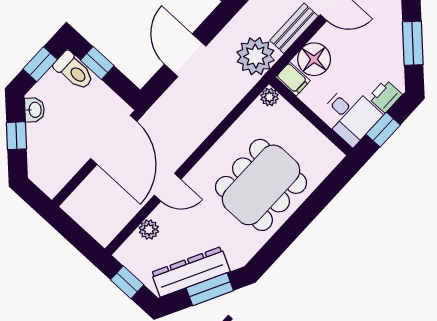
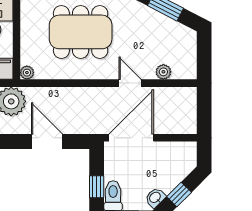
door: (185, 55) -> (47, 141), swing flipped
dresser: (191, 272) -> (166, 27), removed
window: (127, 282) -> (204, 57), removed

